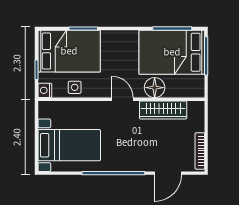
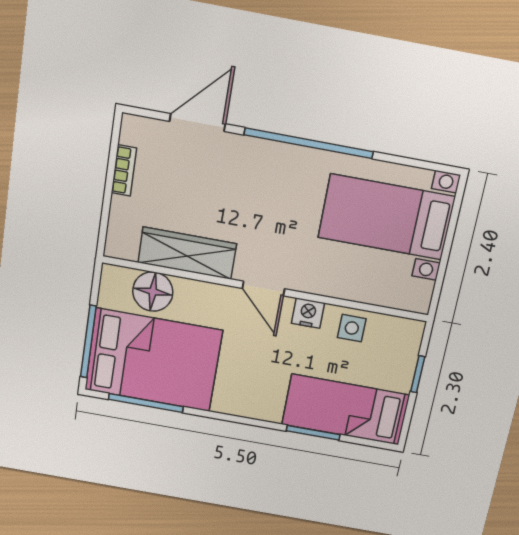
bed: (69, 51) -> (345, 410), width x0.67
floor lamp: (155, 88) -> (153, 292), moved
nightstand: (45, 90) -> (308, 313), moved, turned -90
bookcase: (200, 151) -> (124, 170), width x0.64

